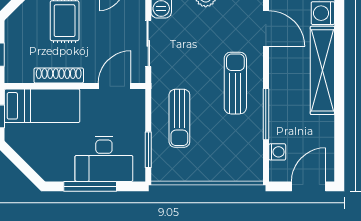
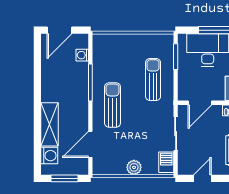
door: (266, 29) -> (90, 144), hinge flipped
shelving: (322, 70) -> (49, 124), width x0.68
sun lounger: (235, 83) -> (113, 105), turned 180

